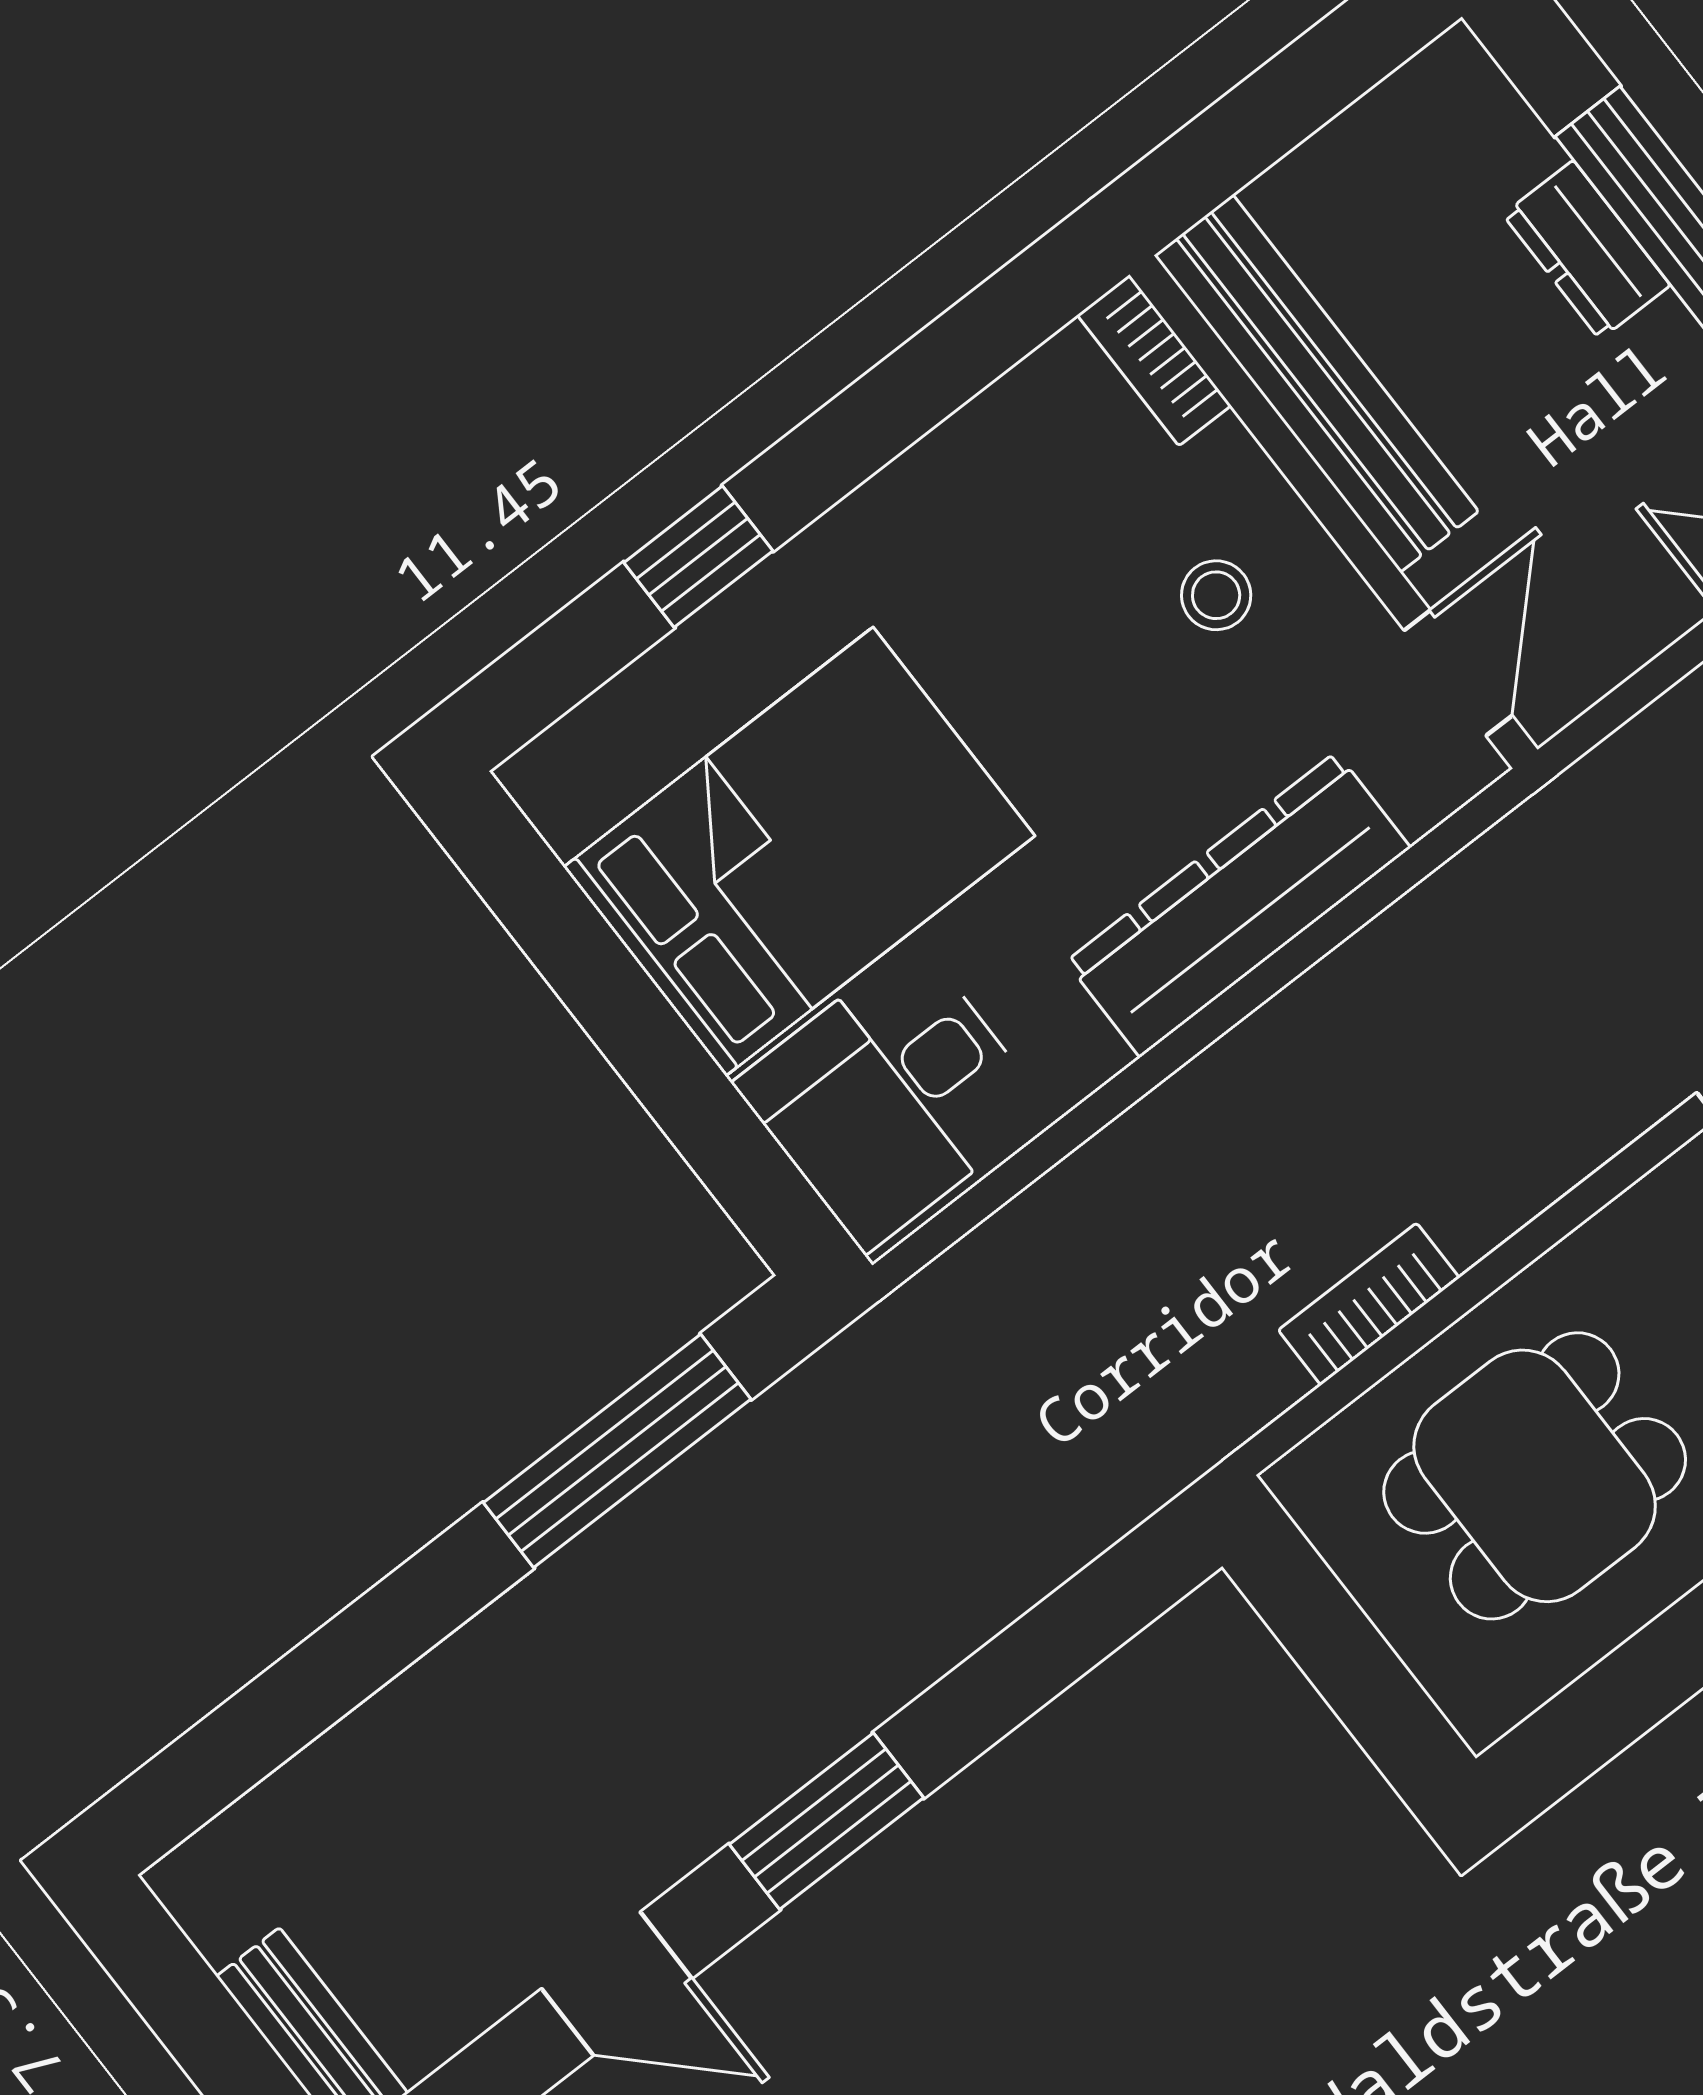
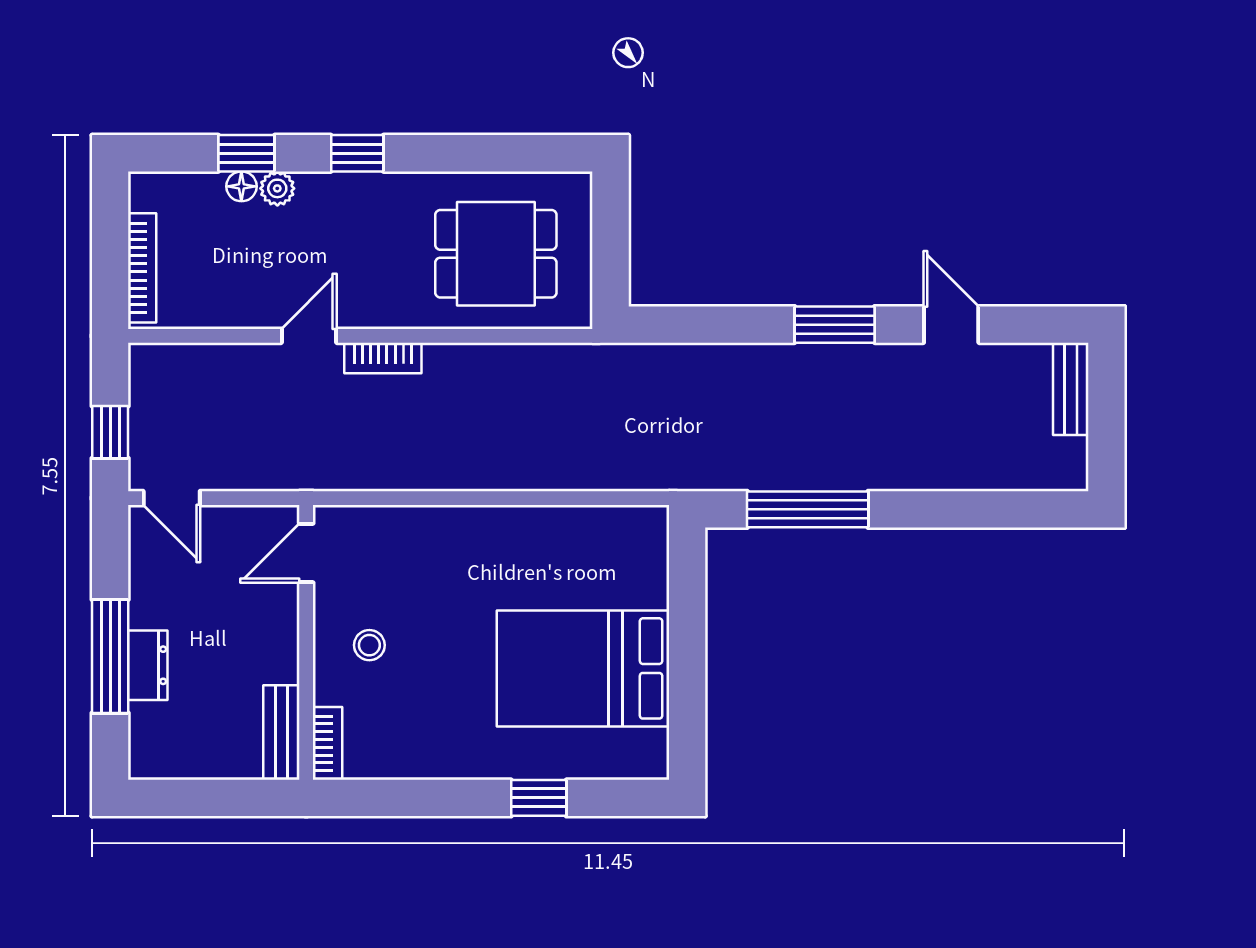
bench: (1316, 383) -> (281, 733), width x0.54, depth x0.82
dresser: (1238, 905) -> (445, 532), removed
desk: (891, 1097) -> (617, 558), removed
bookcase: (1369, 1304) -> (383, 358), moved

